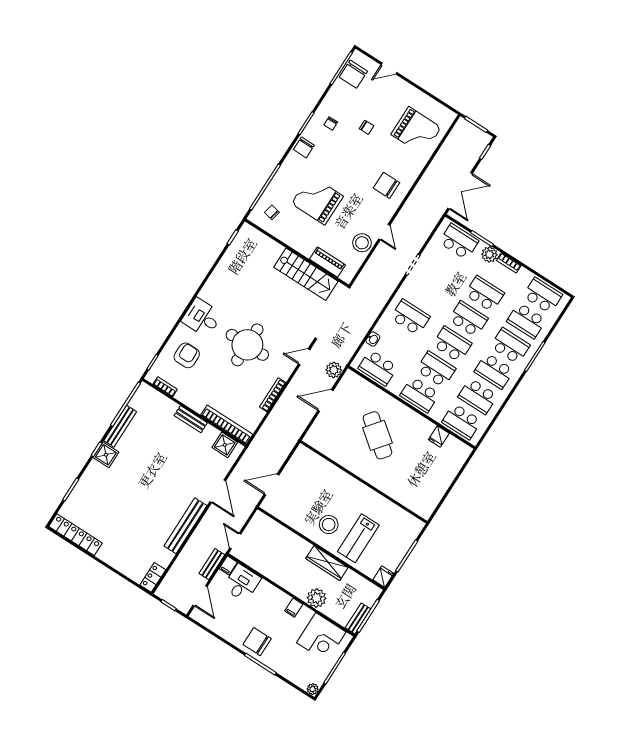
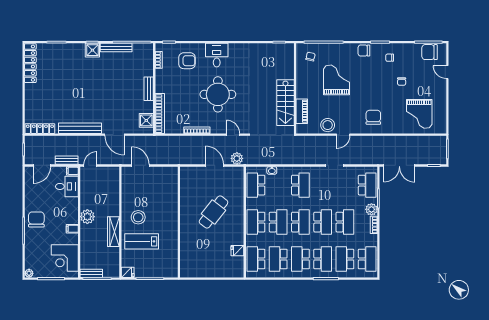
door: (218, 491) -> (115, 135), hinge flipped
locker: (153, 577) -> (40, 129), width x1.53
plant: (316, 598) -> (87, 217), moved

